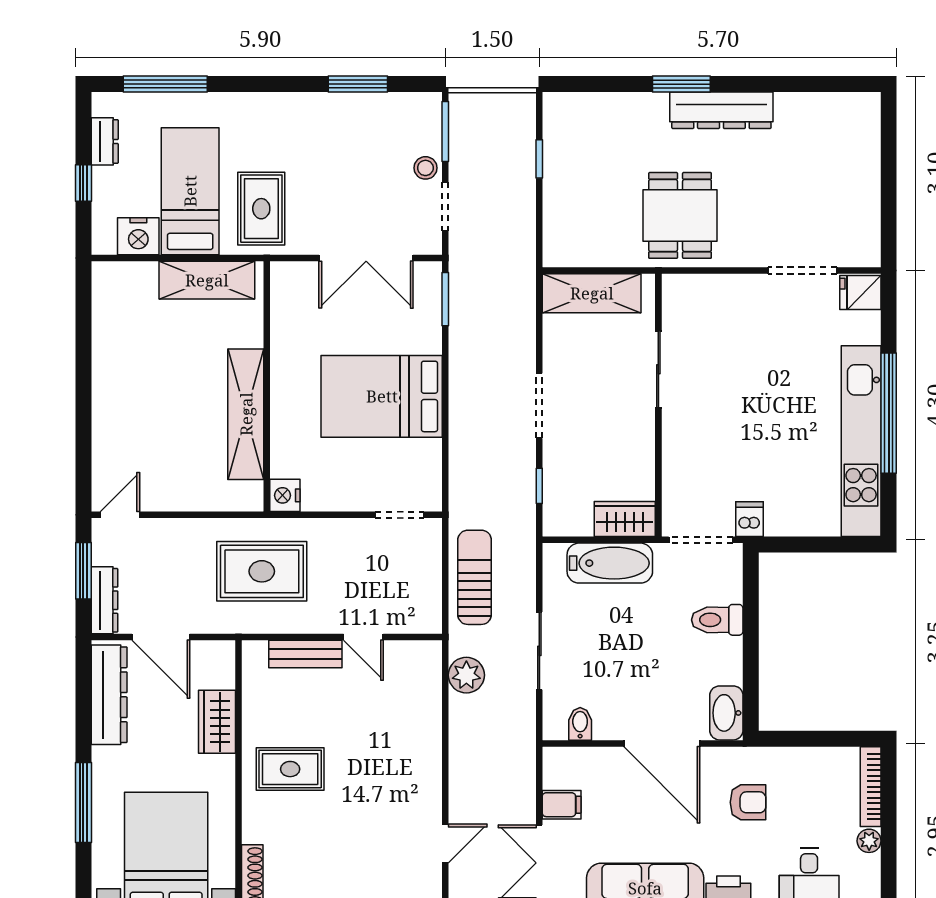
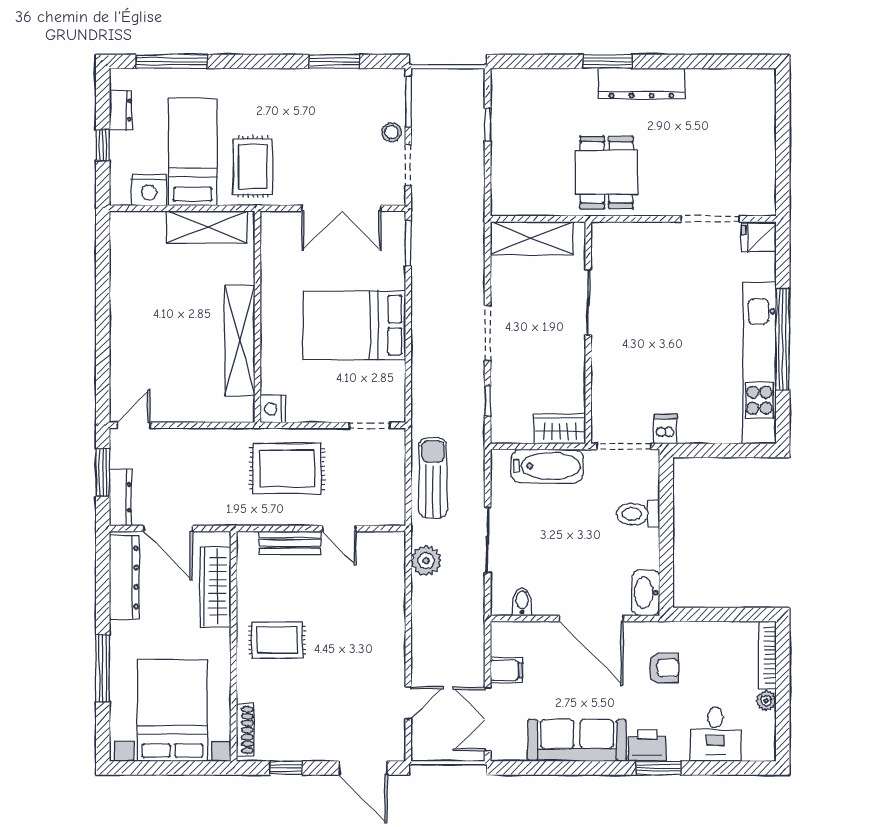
rug: (262, 571) -> (287, 469), moved
wardrobe: (217, 722) -> (215, 587), width x1.50

